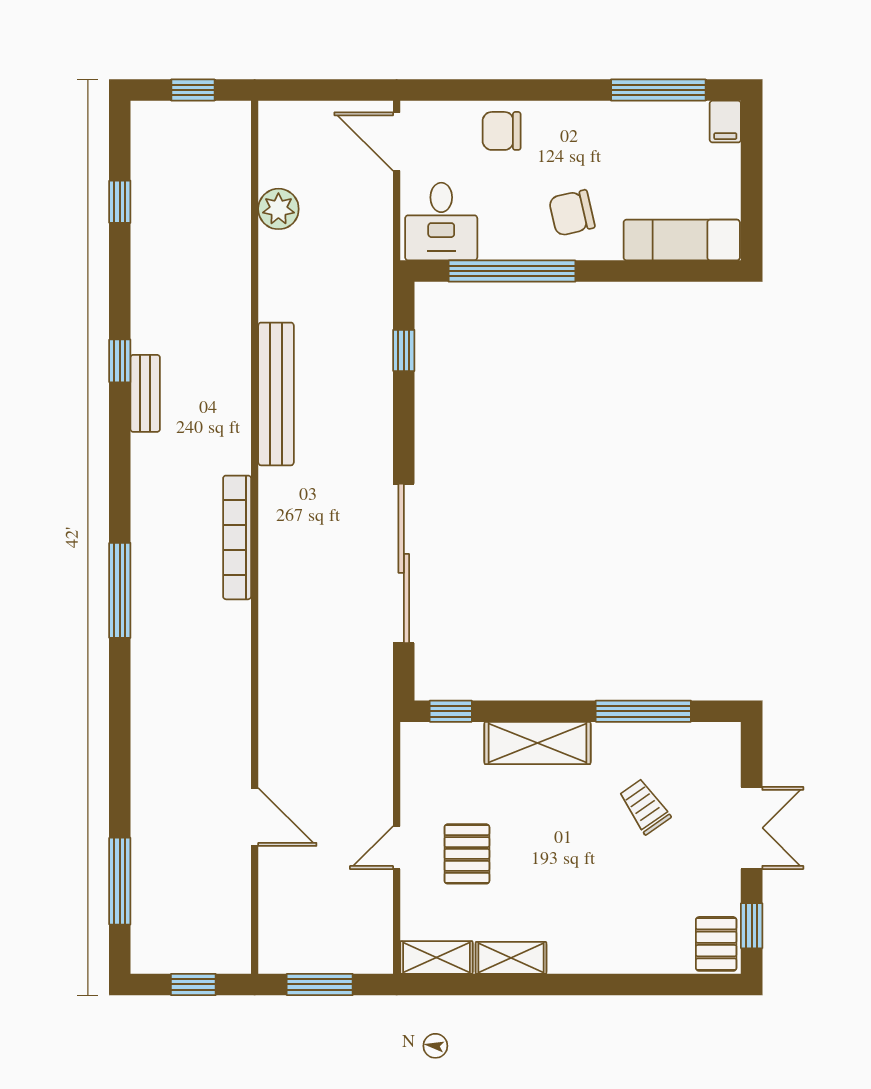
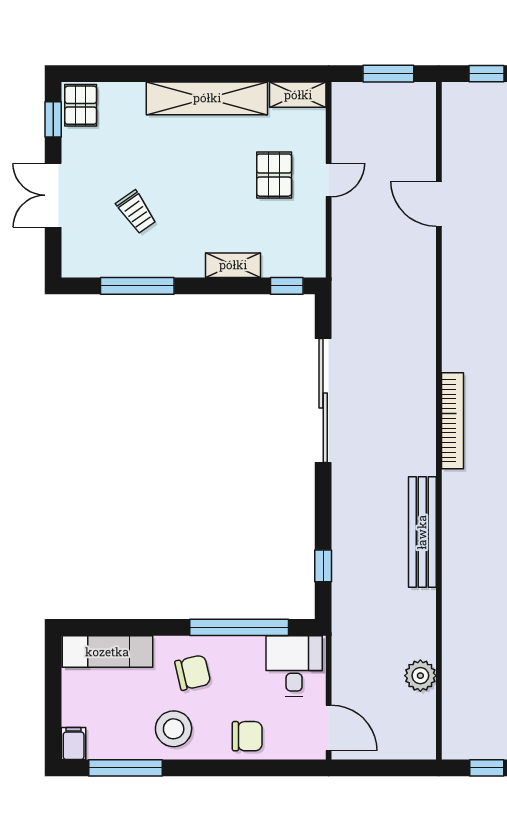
stool: (596, 140) -> (174, 729), added
shelving: (537, 743) -> (233, 265), width x0.67, depth x0.75
shelving: (511, 958) -> (207, 98), width x2.20, depth x1.33

